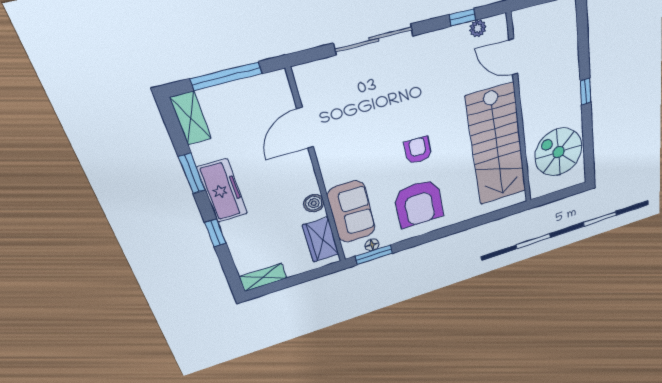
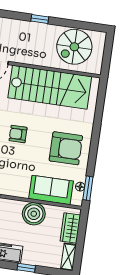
armchair: (418, 150) -> (18, 134), moved
boiler: (314, 203) -> (34, 214), width x1.86, depth x1.86
wardrobe: (321, 240) -> (70, 228), moved, turned 90

